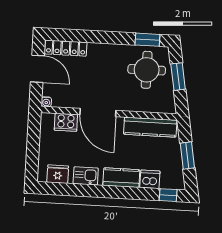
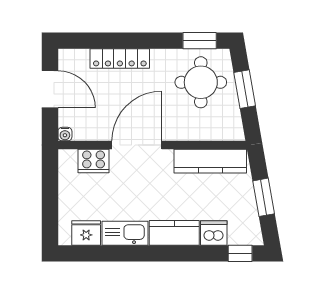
locker: (66, 48) -> (120, 59), moved
door: (98, 113) -> (137, 145), swing flipped
kitchen sink: (86, 176) -> (125, 233), width x1.38

